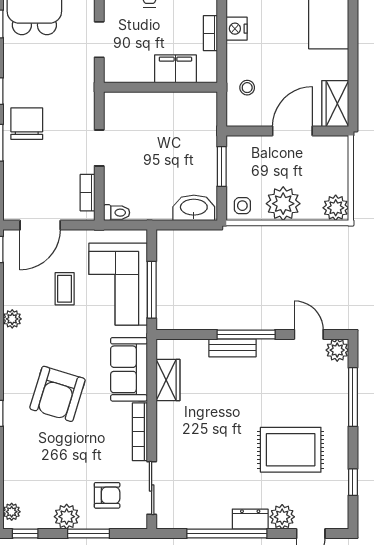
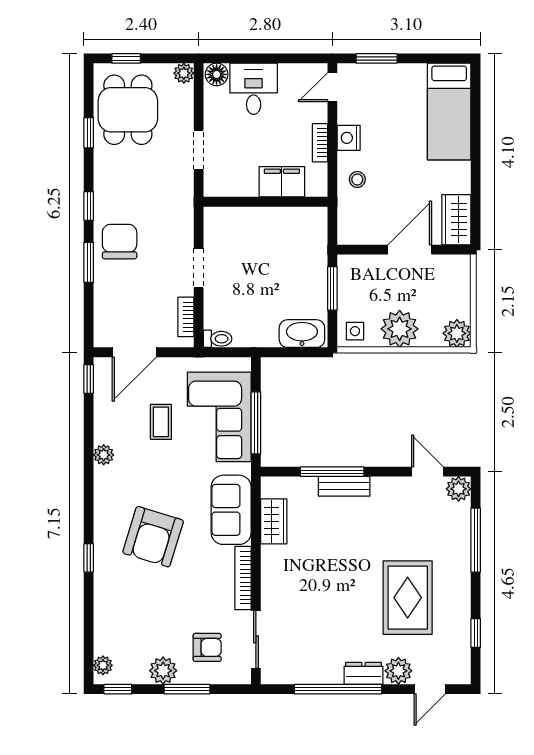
stool: (247, 88) -> (357, 179), moved
window: (246, 334) -> (332, 472), moved
rug: (291, 450) -> (408, 598), turned 90

